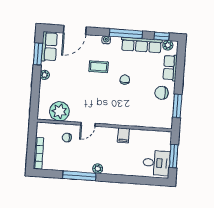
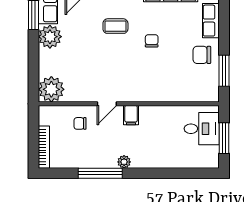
plant: (45, 75) -> (50, 37), width x1.88, depth x1.88
plant: (59, 111) -> (51, 89), moved
filing cabinet: (123, 135) -> (131, 115), moved
desk: (156, 163) -> (202, 129), moved

